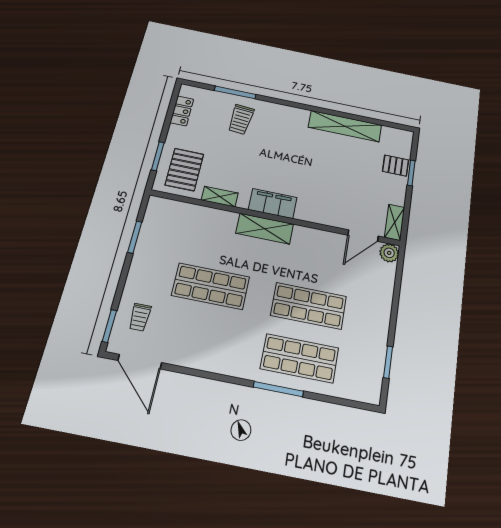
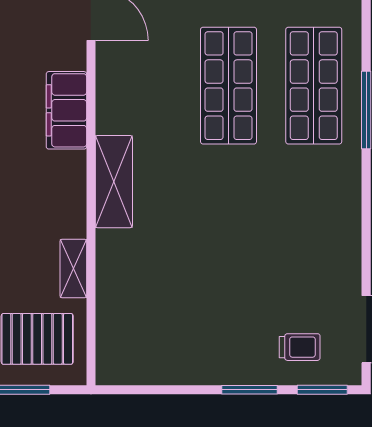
filing cabinet: (273, 204) -> (66, 110), moved
window: (135, 237) -> (249, 390), moved
shop shelf: (211, 286) -> (229, 249), removed

